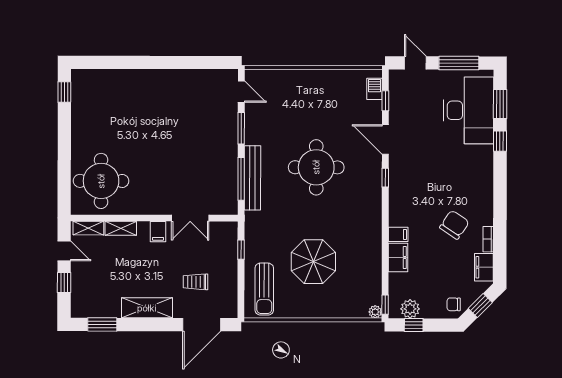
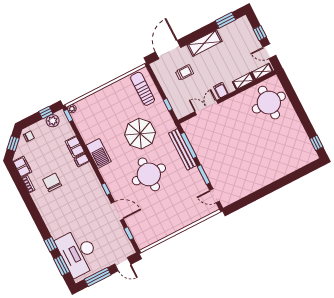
barbecue: (375, 89) -> (99, 153), moved, width x1.88, depth x1.53
chair: (454, 225) -> (52, 182), turned 146
parasol: (313, 262) -> (140, 134), moved

